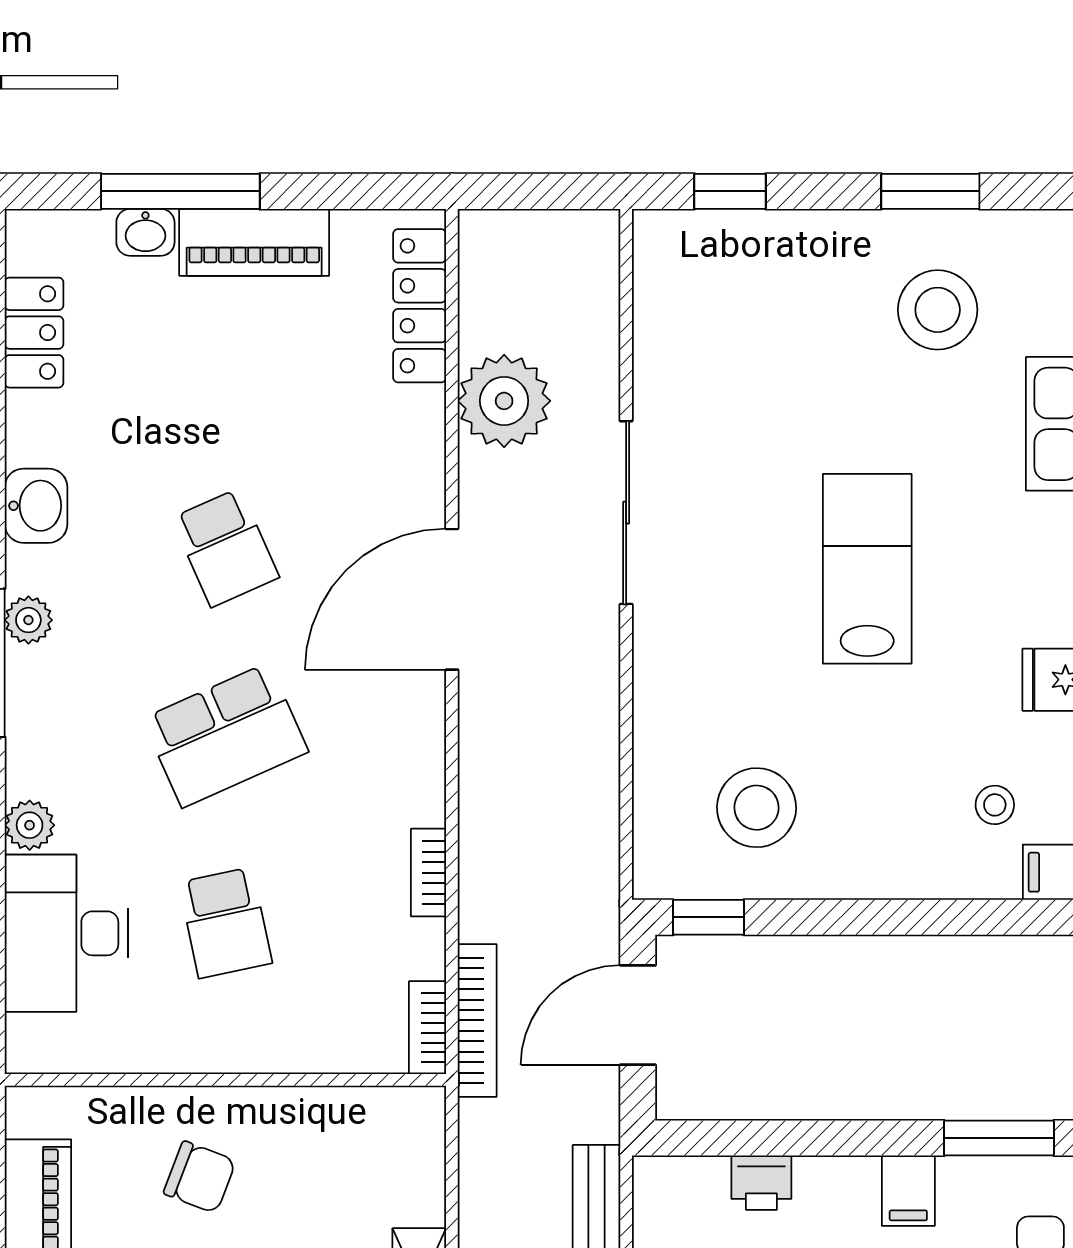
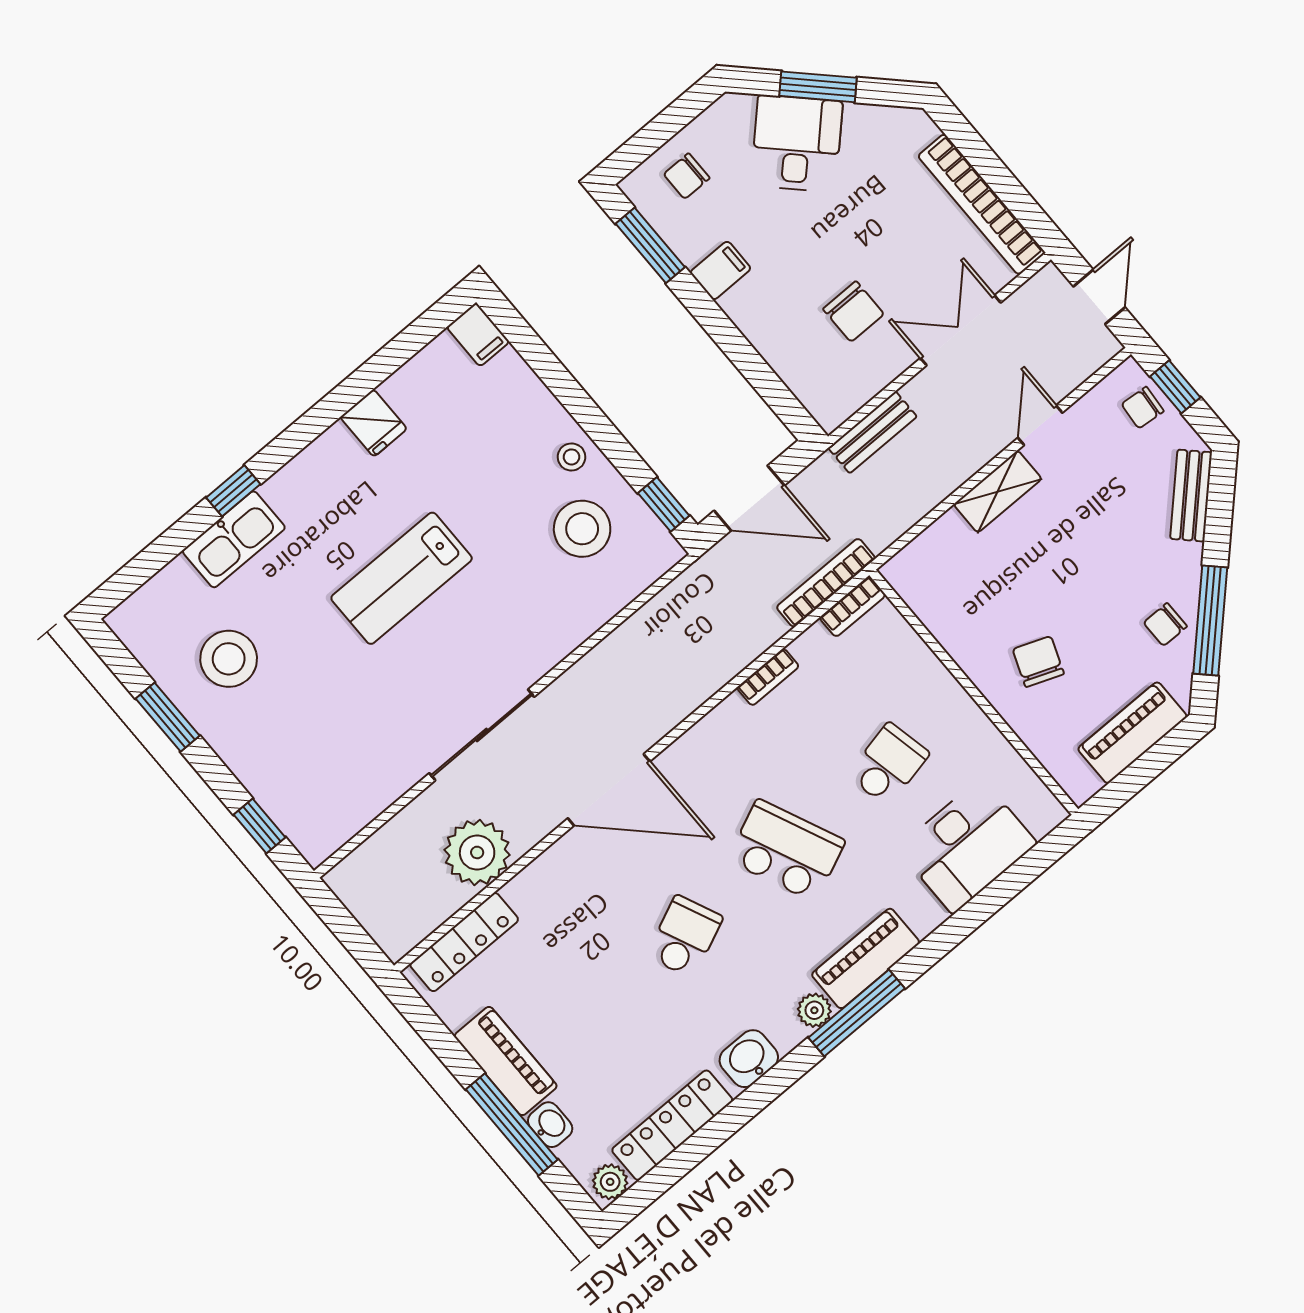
locker: (34, 333) -> (672, 1125), width x1.53
piano: (38, 722) -> (866, 958), added
stool: (995, 805) -> (571, 457), moved
plant: (30, 825) -> (610, 1182), moved
printer: (761, 1183) -> (784, 354), removed

